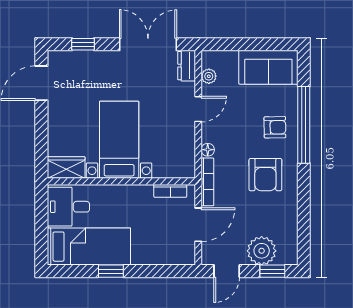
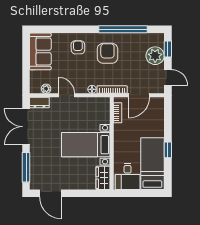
window: (83, 44) -> (26, 167), width x2.17
window: (304, 125) -> (123, 29), moved
armchair: (265, 175) -> (107, 53), turned -90
door: (198, 225) -> (139, 95), swing flipped

